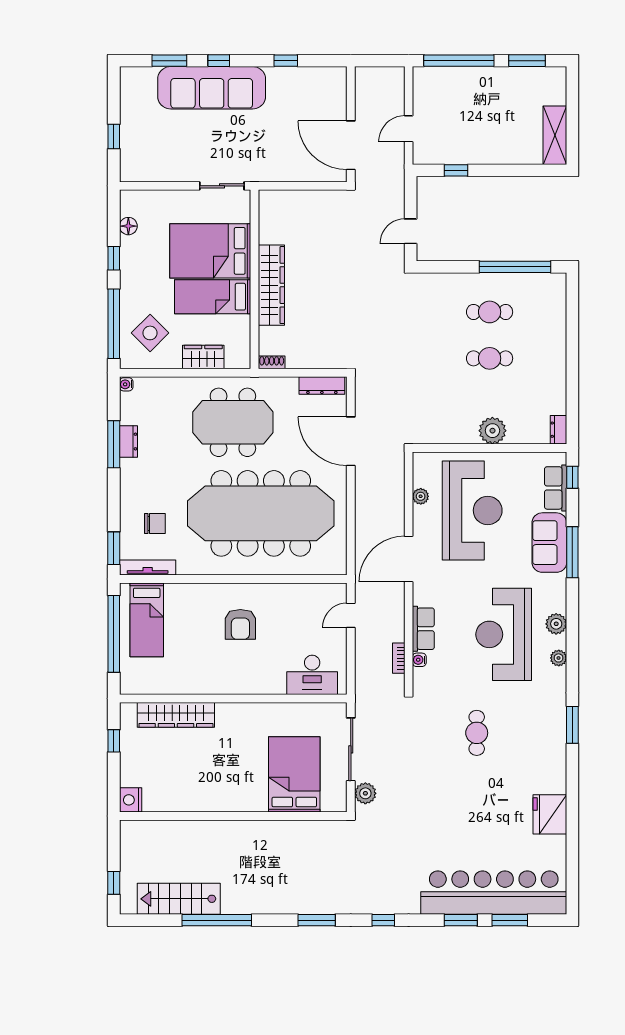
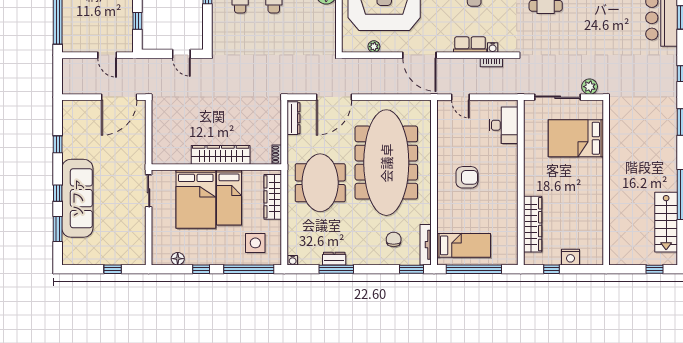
side table: (150, 333) -> (255, 243), turned 45
wardrobe: (203, 357) -> (273, 197), width x1.50
nightstand: (131, 800) -> (570, 257), moved

